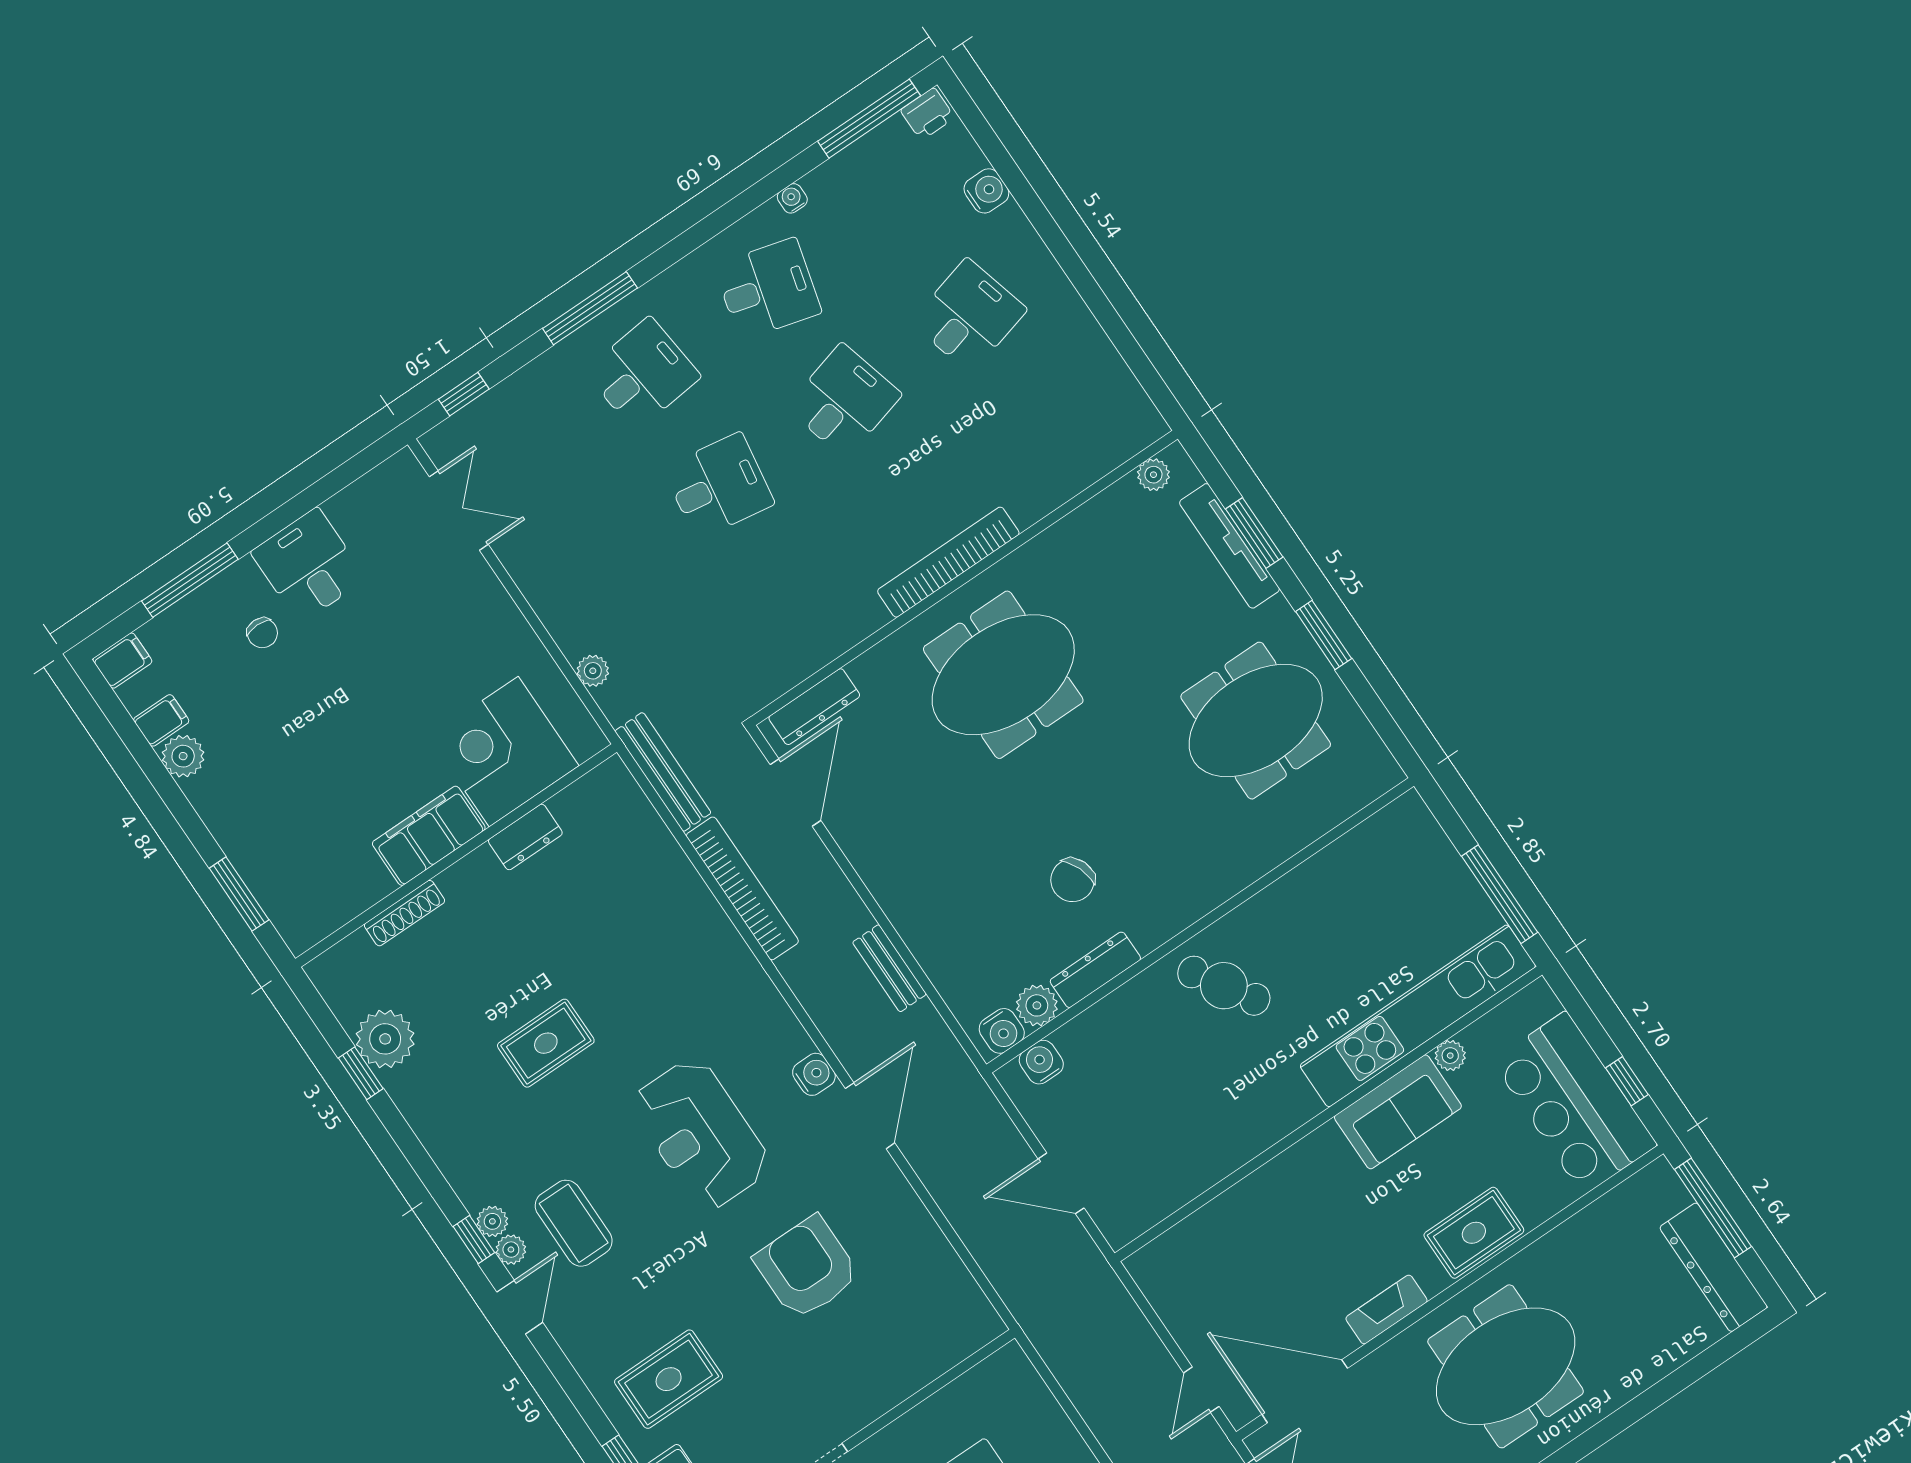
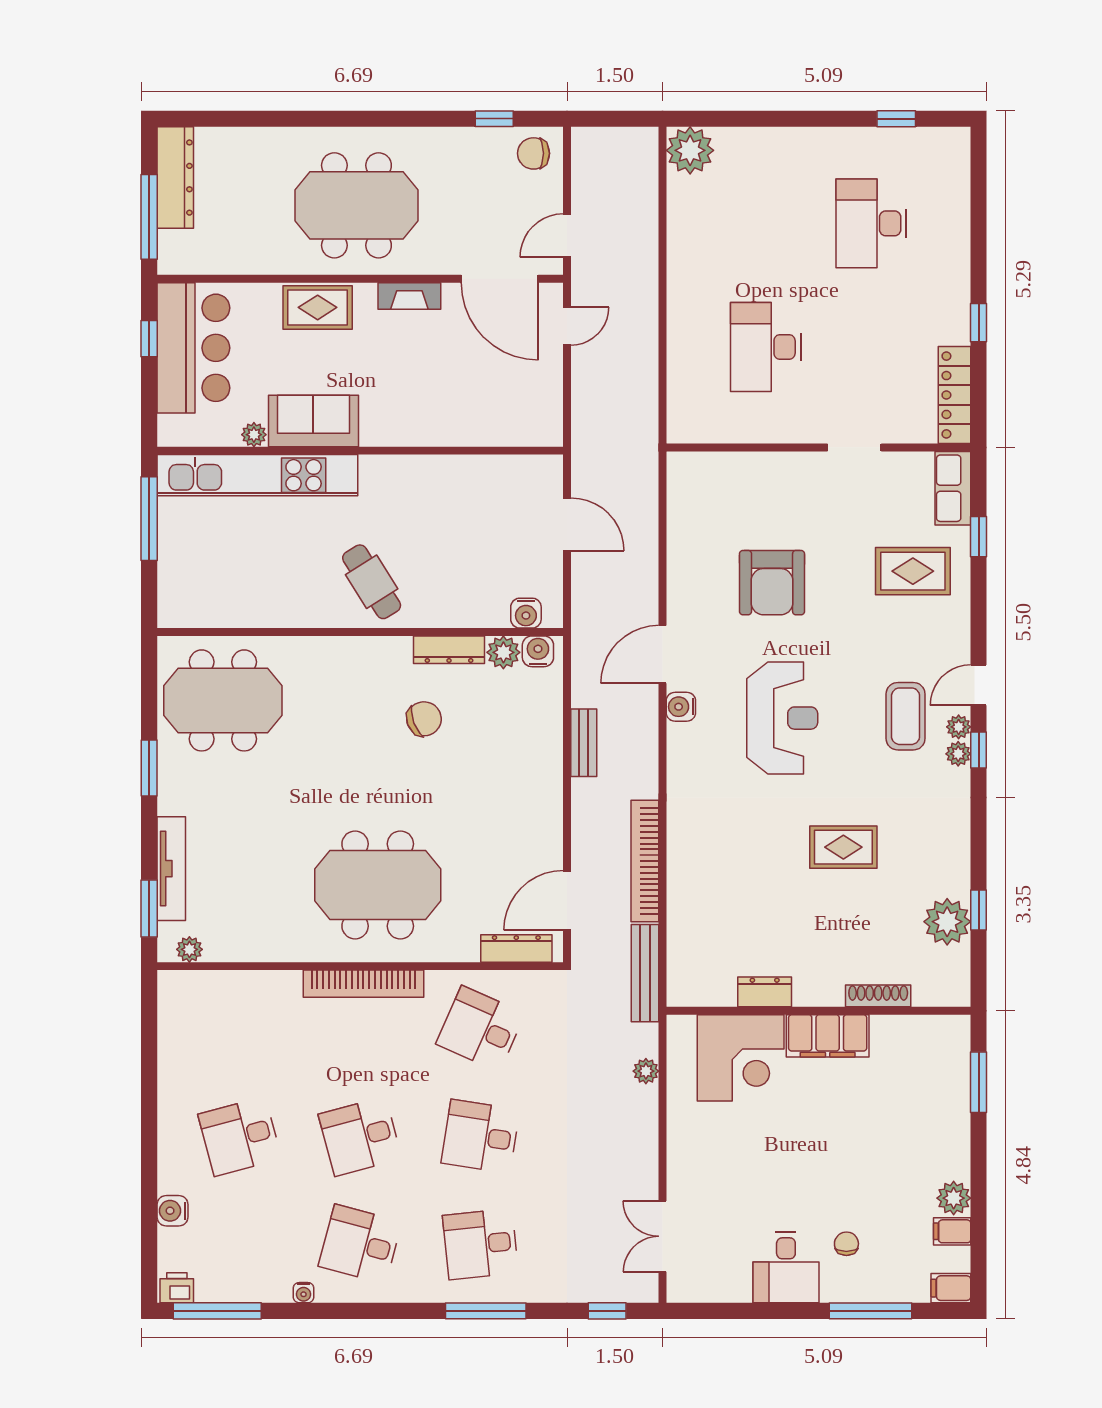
window: (1254, 533) -> (149, 909), moved
desk: (795, 598) -> (481, 1029), added
meeting table: (1256, 721) -> (223, 700), moved

